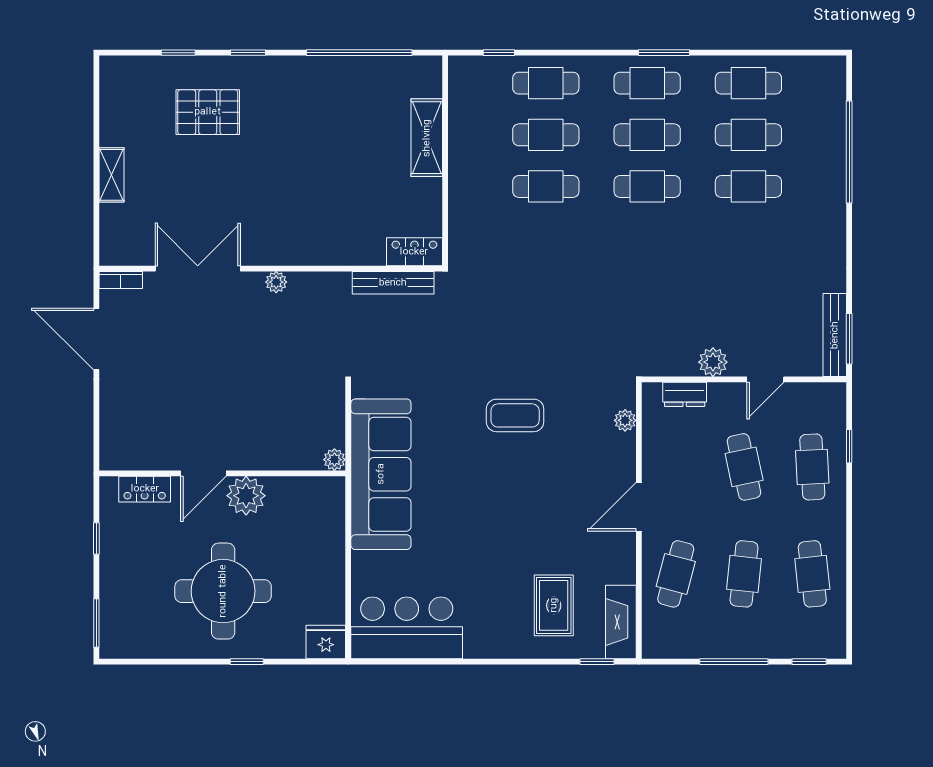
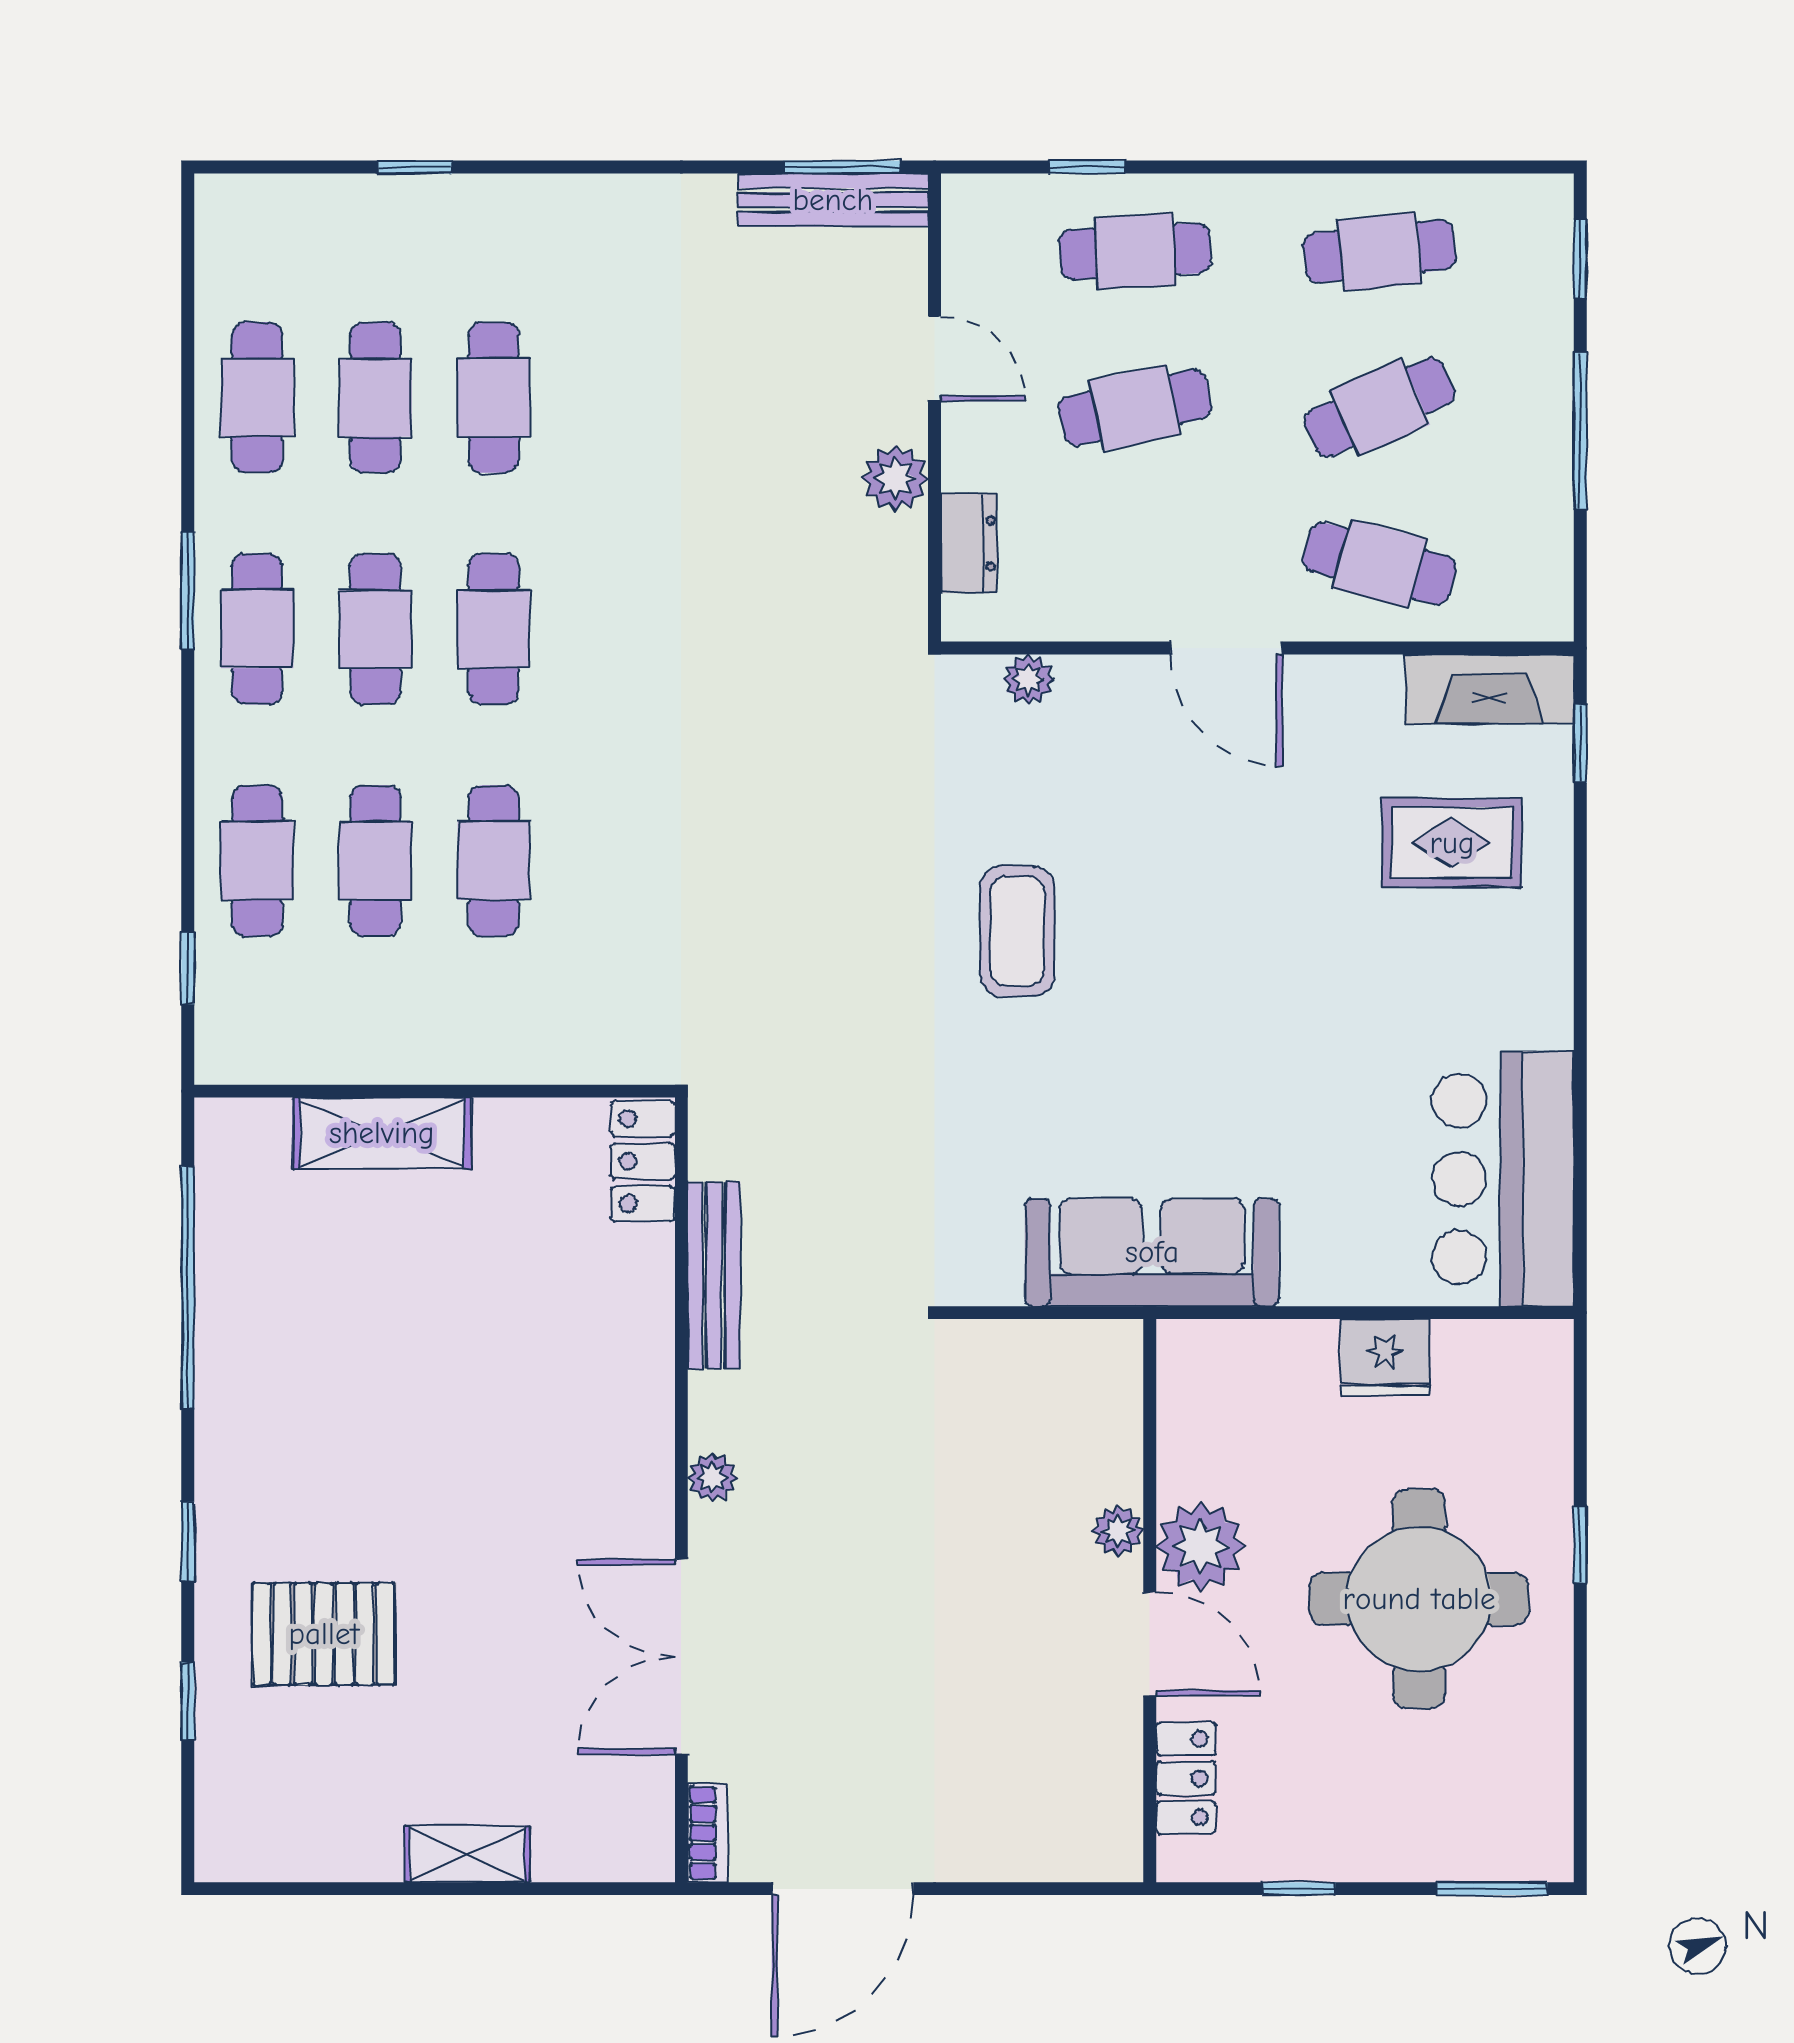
pallet: (208, 112) -> (324, 1634), turned 90
window: (849, 152) -> (415, 167), width x0.32
bench: (393, 283) -> (714, 1275), moved
plant: (334, 460) -> (1118, 1531), moved
sofa: (381, 474) -> (1152, 1252), width x0.74, depth x0.79
cafe table: (744, 574) -> (1380, 408), turned -30
fridge: (326, 642) -> (1385, 1358), moved, turned -90

